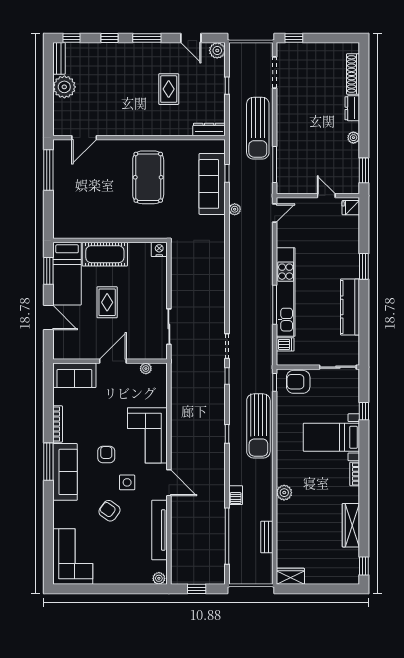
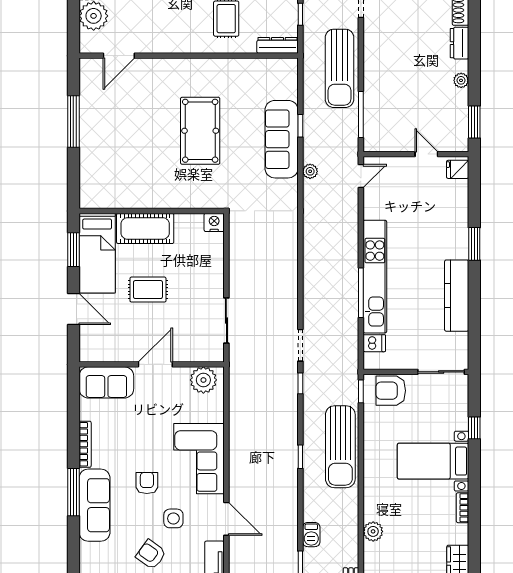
dresser: (209, 129) -> (277, 45), moved
door: (84, 138) -> (119, 56), moved
wall: (139, 138) -> (189, 56), moved
rug: (107, 302) -> (148, 290), turned 90
plant: (146, 369) -> (203, 380), width x1.88, depth x1.88

